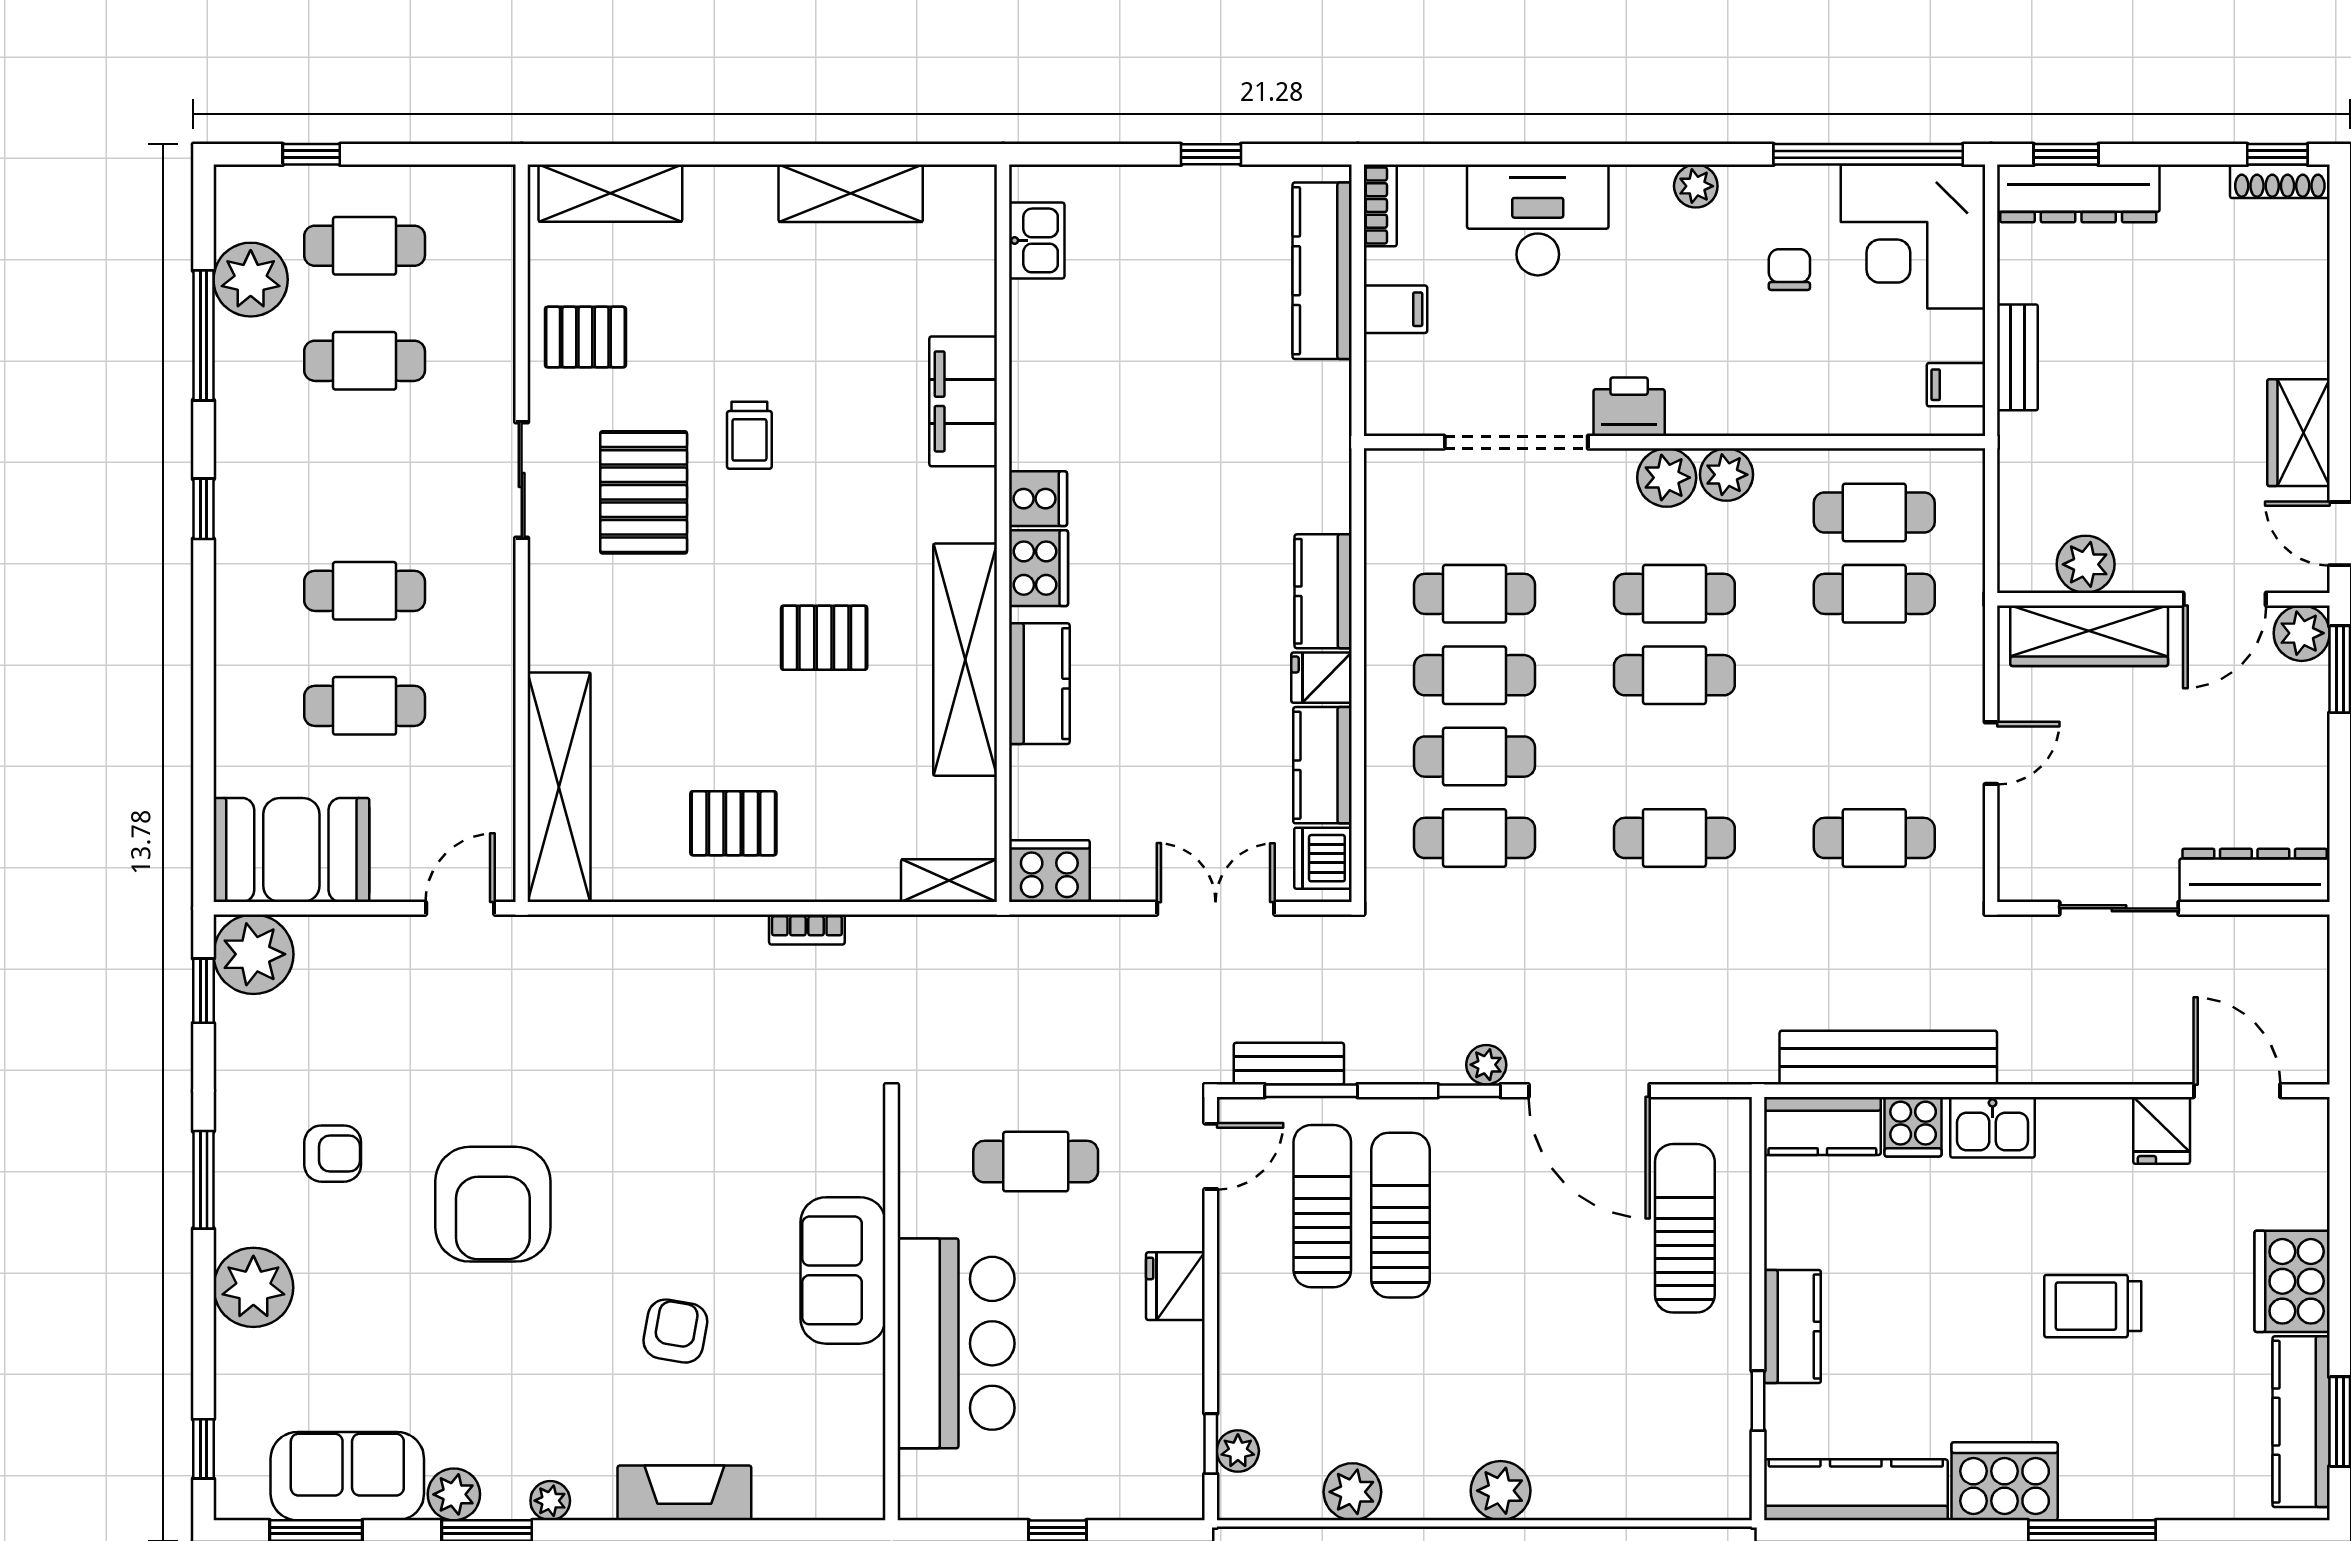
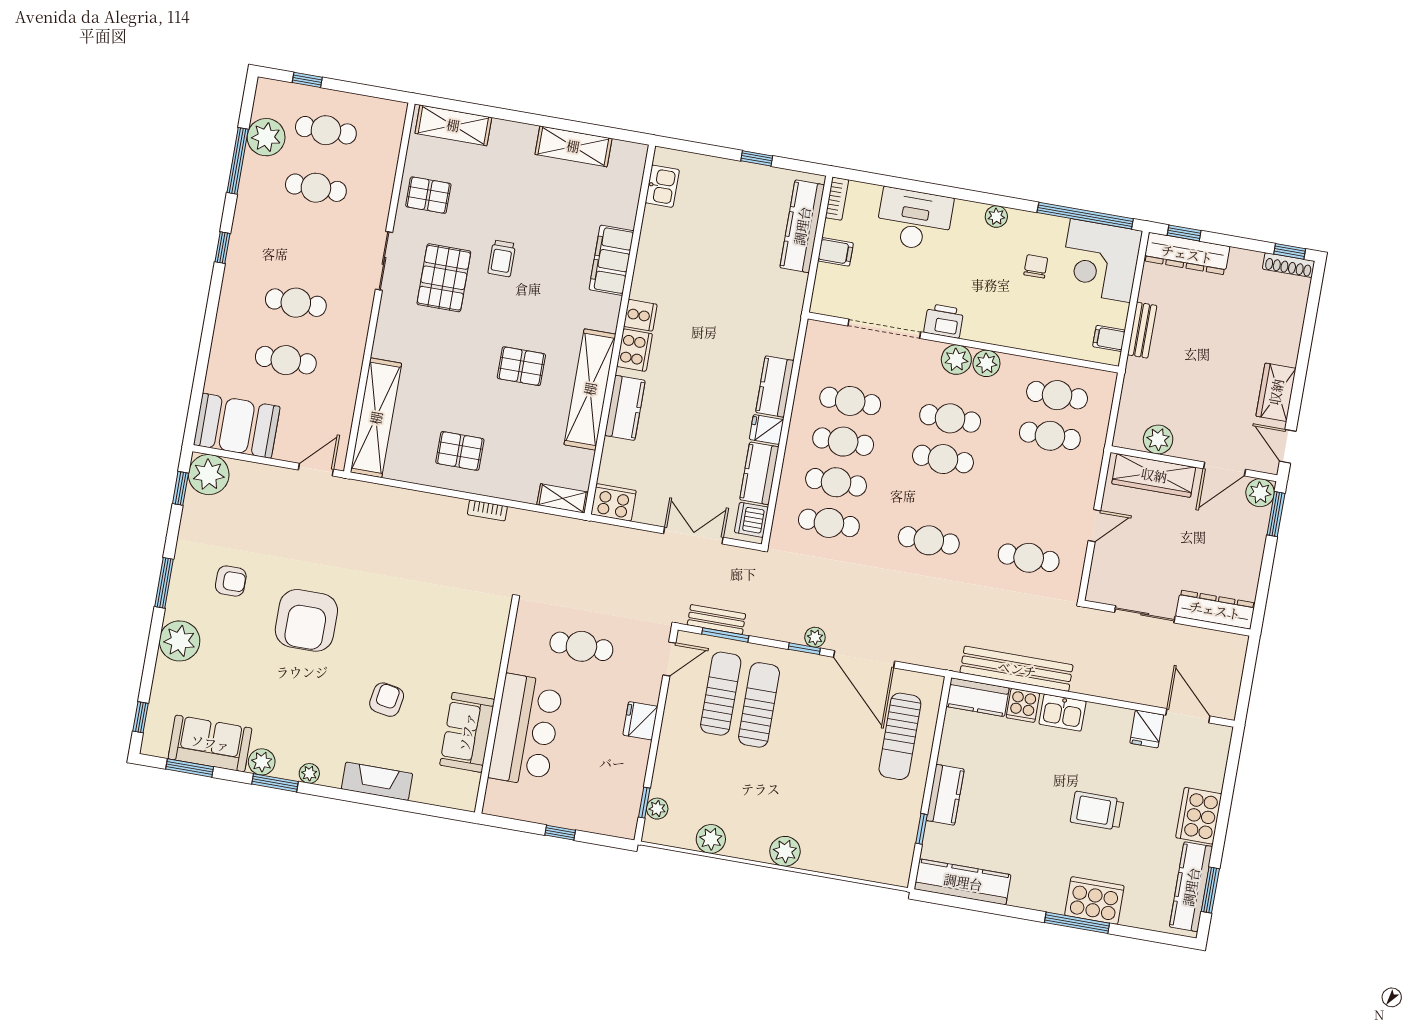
sun lounger: (1685, 1228) -> (900, 736), turned 180
sofa: (843, 1270) -> (467, 732), moved
cooker: (2005, 1481) -> (1094, 900), moved

